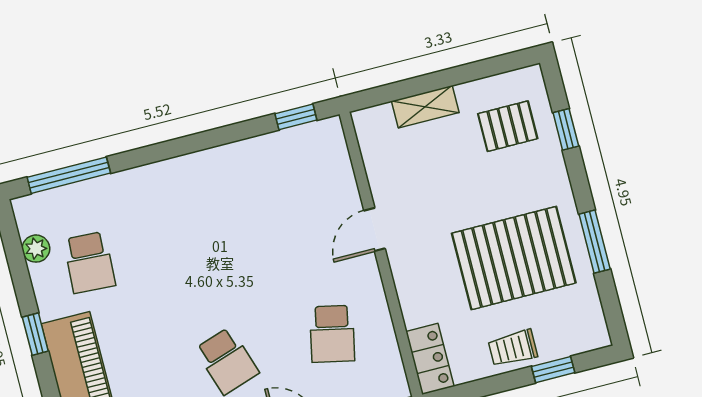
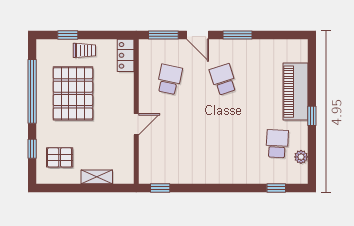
window: (69, 175) -> (276, 188), width x0.46
window: (595, 242) -> (32, 91), width x2.11
pallet: (514, 258) -> (73, 93), turned 90

